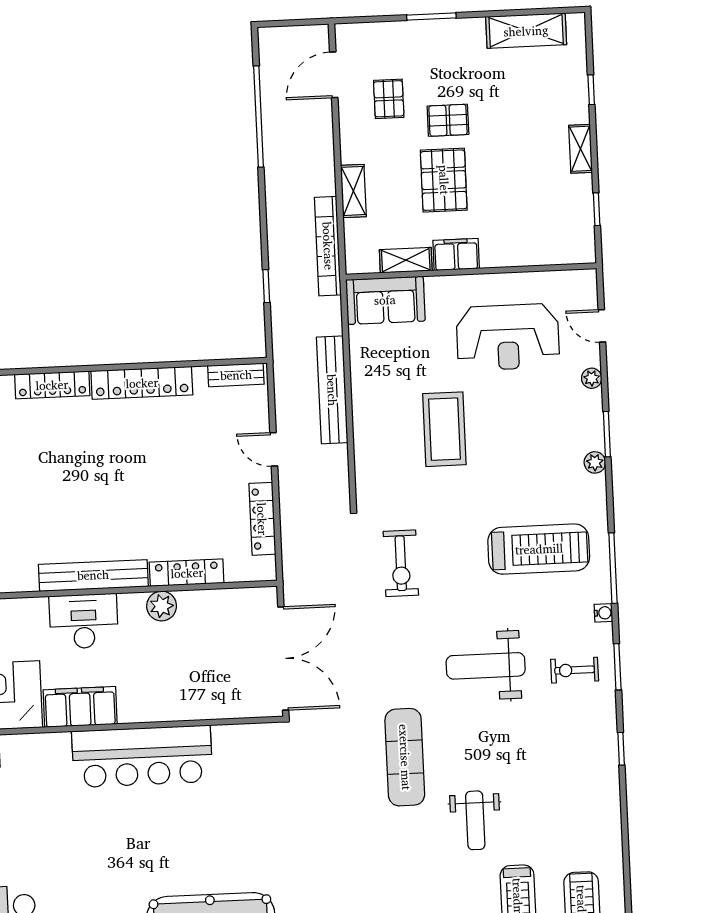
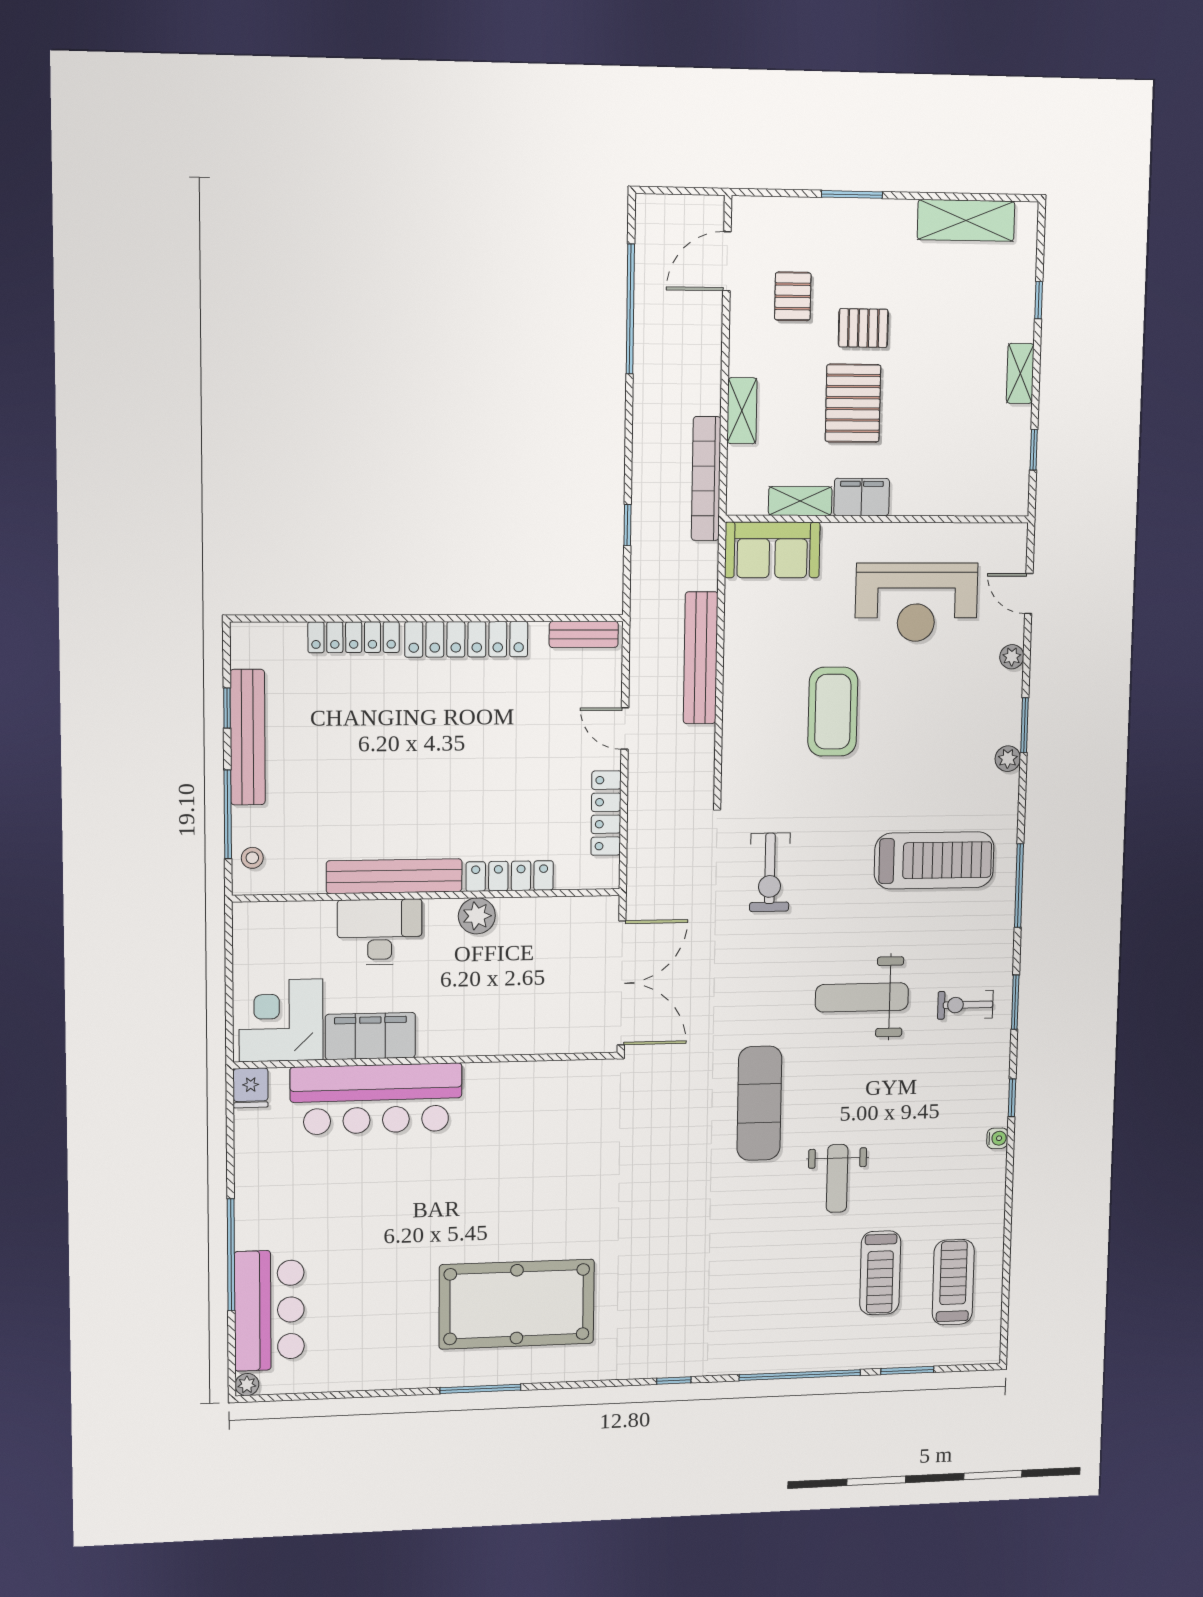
water cooler: (603, 613) -> (997, 1138), moved
bar counter: (142, 756) -> (376, 1099), moved

